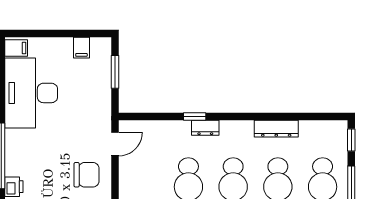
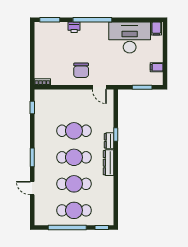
dresser: (276, 129) -> (109, 163), moved

